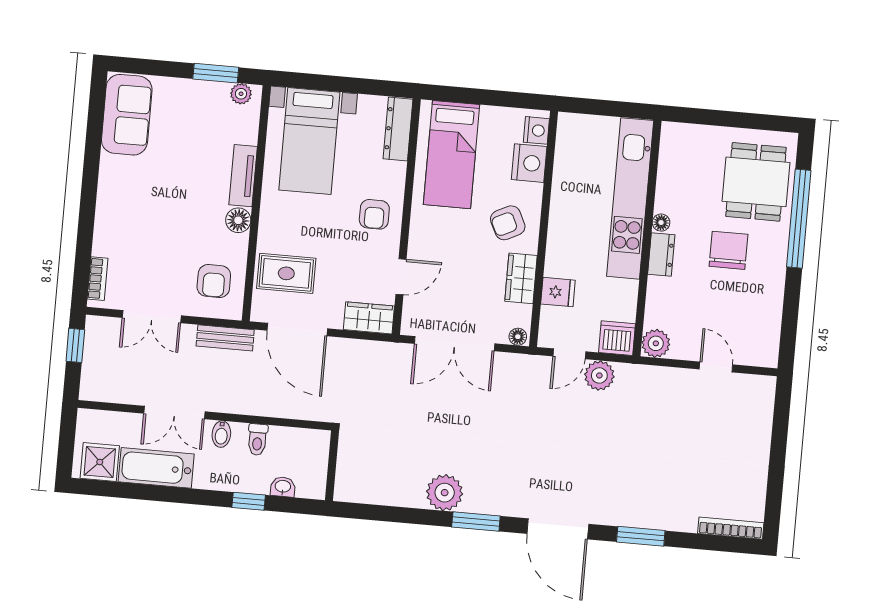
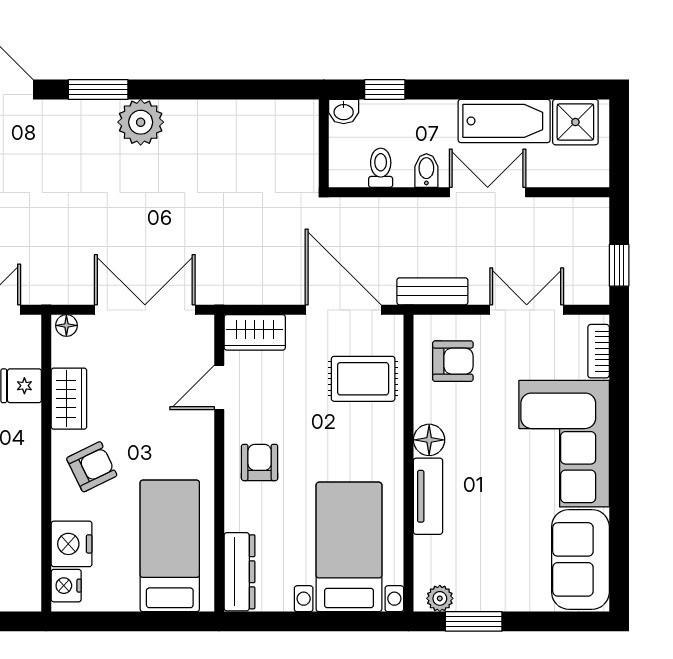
corner sofa: (131, 208) -> (564, 444), added
armchair: (214, 281) -> (453, 361), turned 90
wall: (332, 466) -> (324, 143), moved

